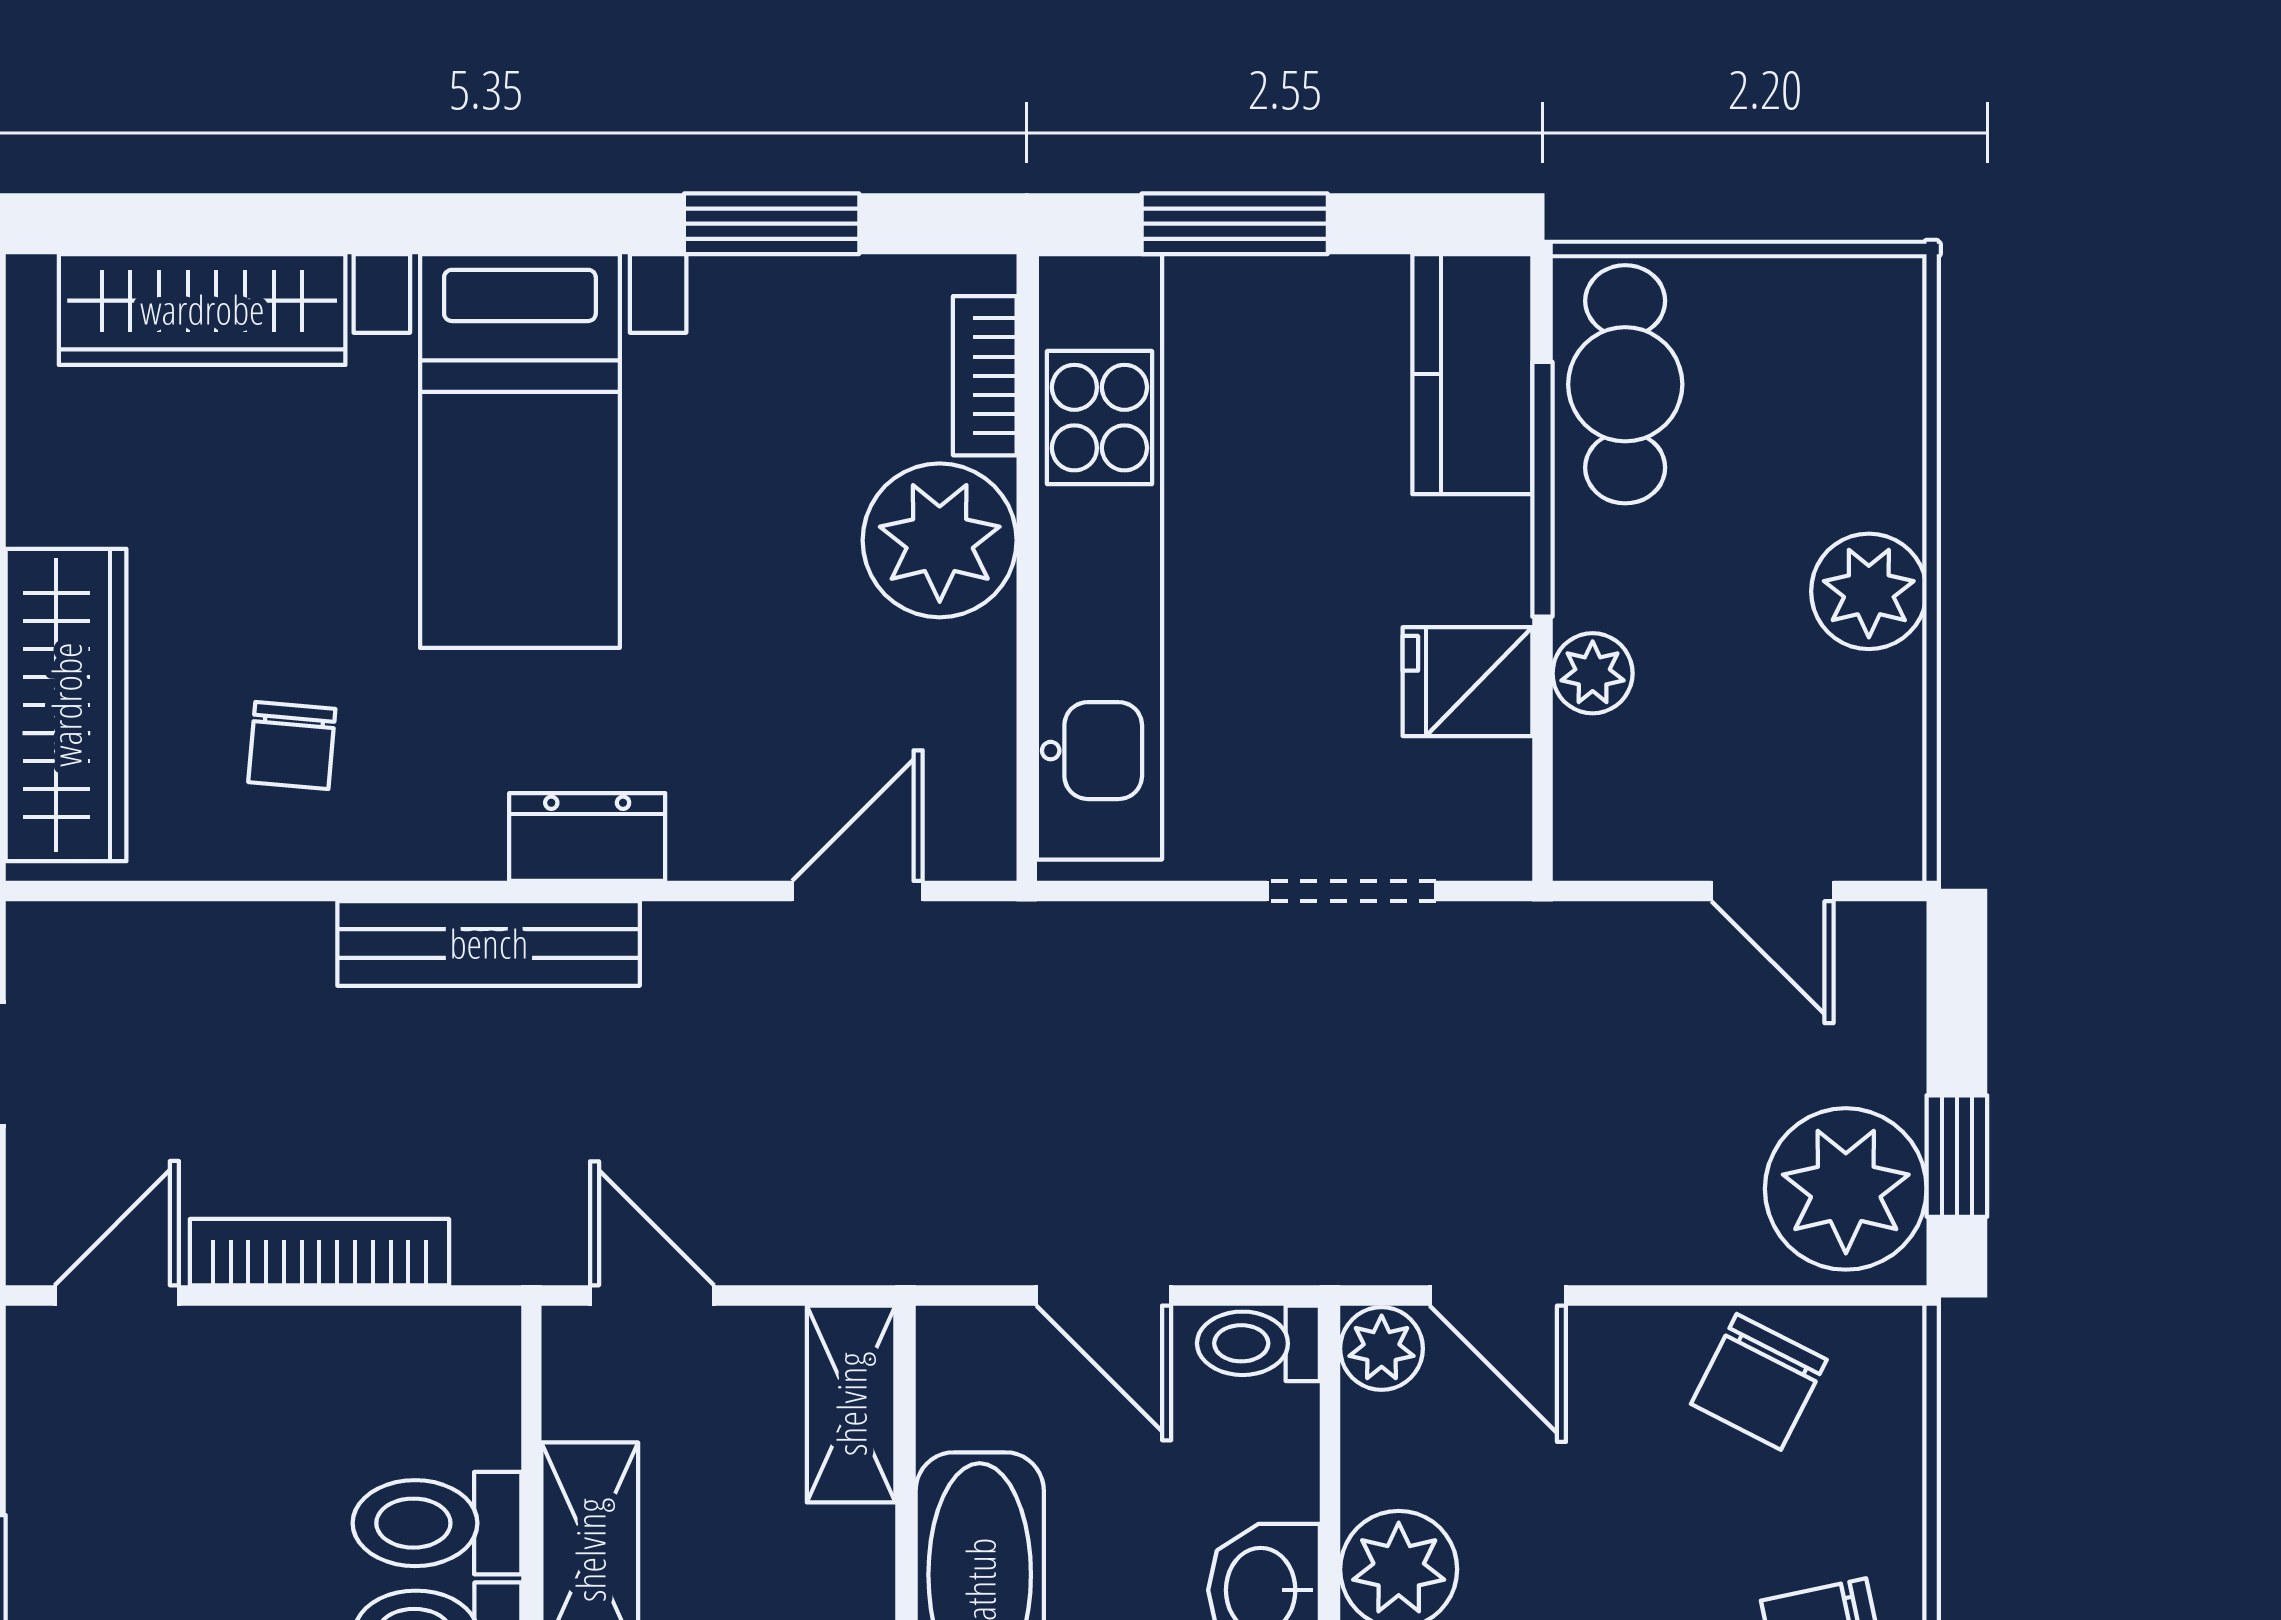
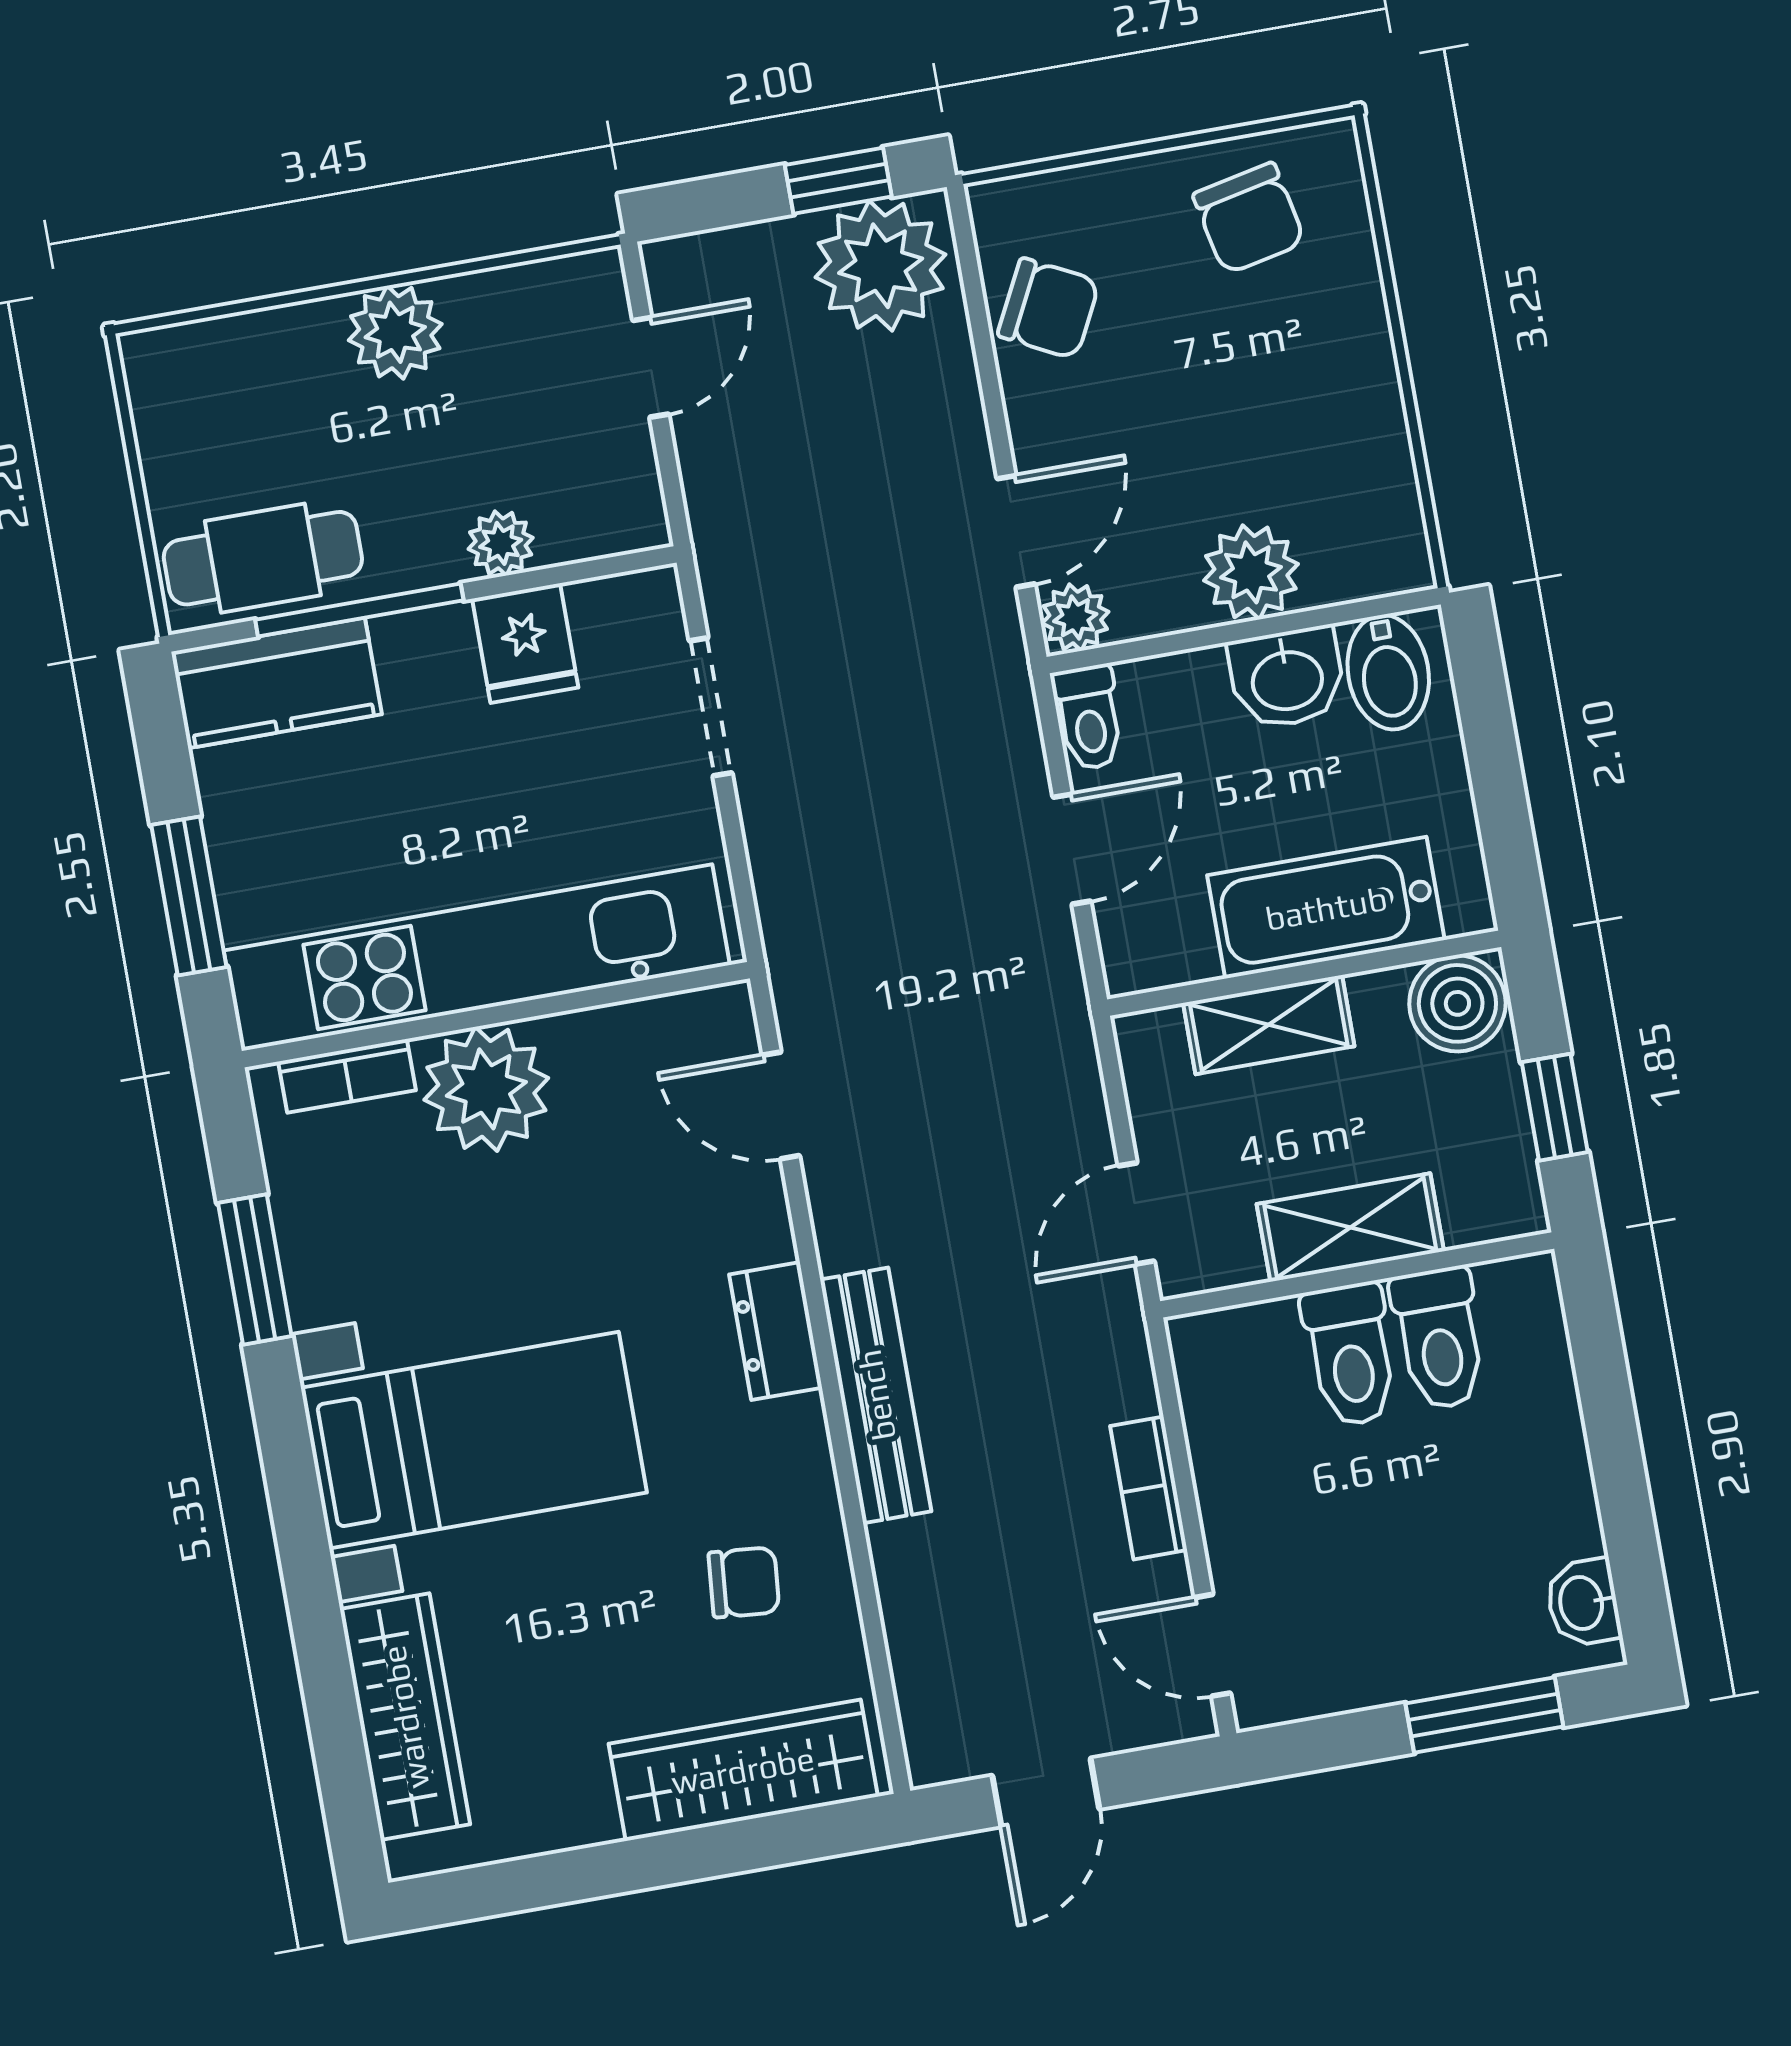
bookcase: (319, 1252) -> (1149, 1488), width x0.64
shelving: (851, 1404) -> (1269, 1025), moved

